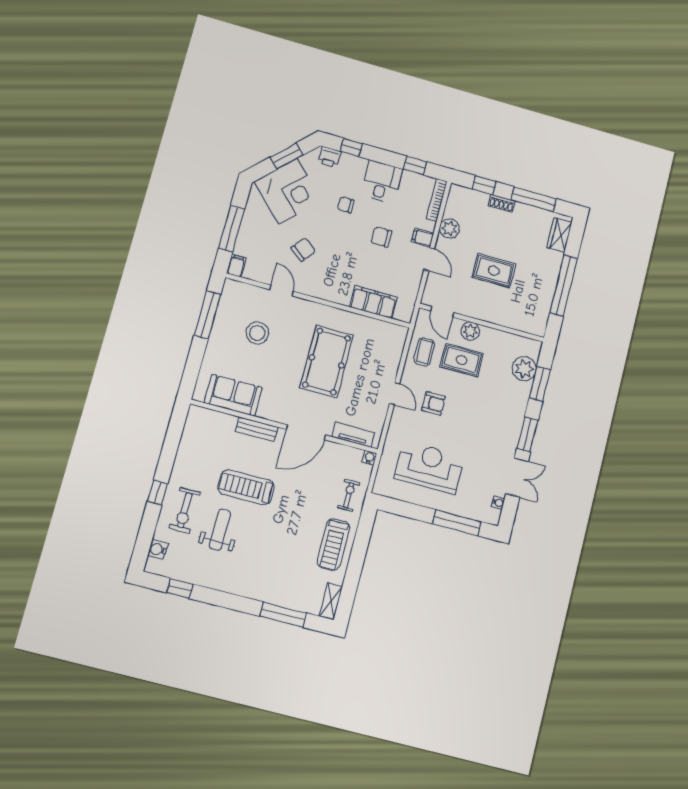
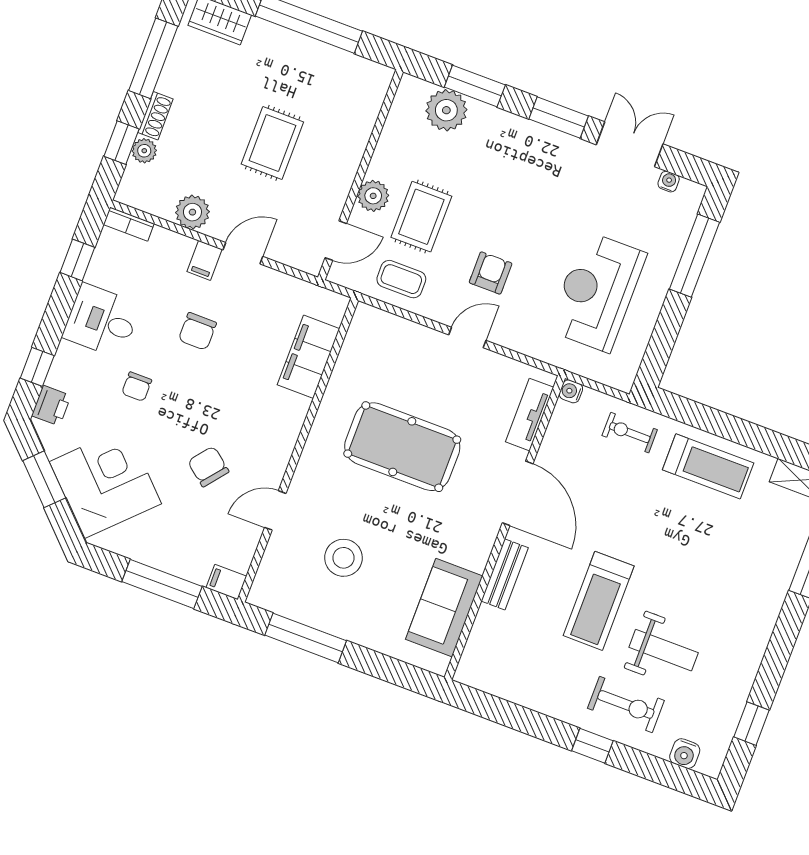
plant: (481, 198) -> (144, 151), added
bookcase: (437, 200) -> (129, 224), width x0.64
weight bench: (220, 530) -> (664, 650), turned 180

